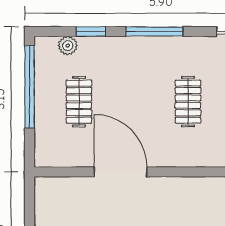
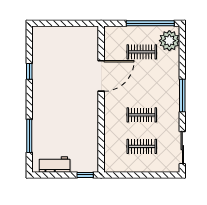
window: (91, 31) -> (182, 59), removed
plant: (68, 46) -> (169, 41), width x1.88, depth x1.88

